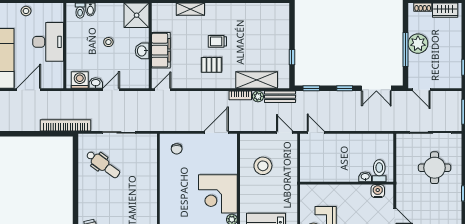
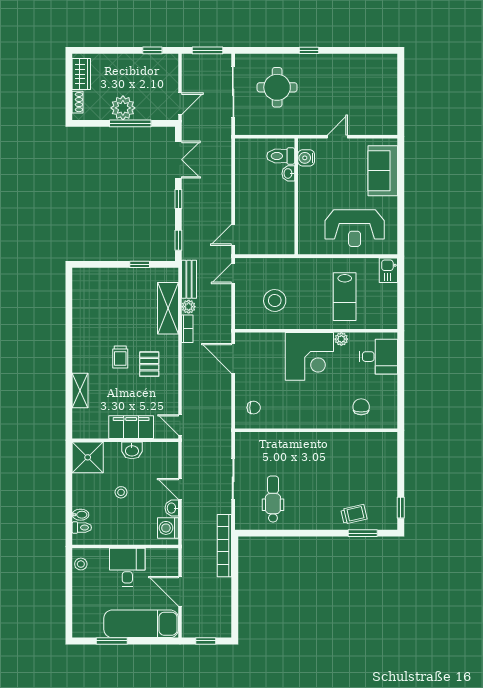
stool: (26, 11) -> (81, 564), moved
desk: (48, 42) -> (127, 567), width x0.73
dental chair: (103, 164) -> (273, 499), turned -36

